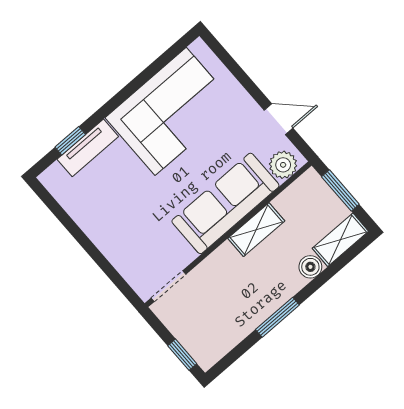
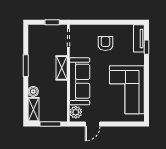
tv unit: (88, 148) -> (139, 38), moved
armchair: (124, 215) -> (105, 44), added
shelving: (256, 230) -> (62, 68), moved
window: (182, 355) -> (52, 22), moved

